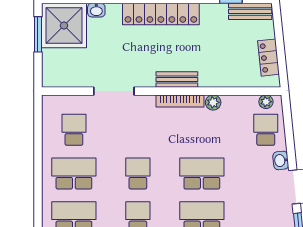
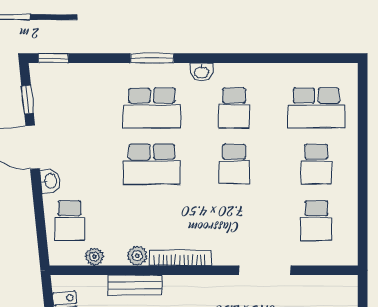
bench: (177, 80) -> (135, 285), moved
plant: (266, 102) -> (94, 257), moved
school desk: (74, 174) -> (316, 164), width x0.54

